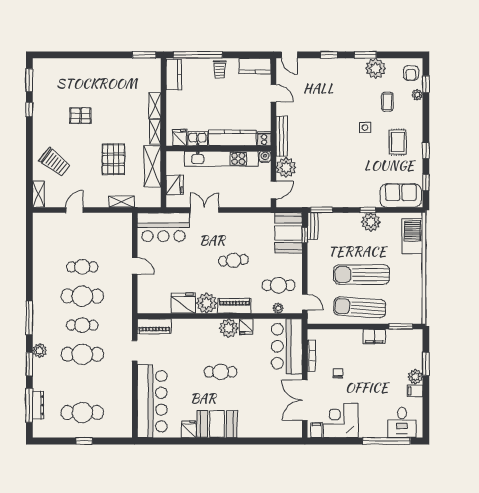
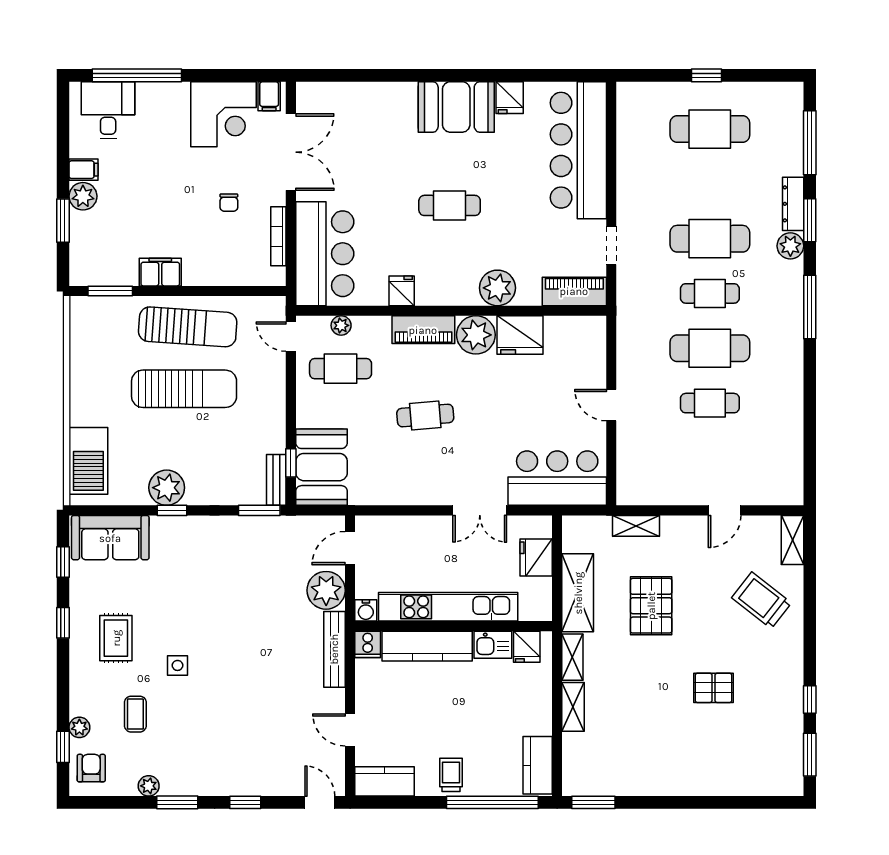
plant: (376, 68) -> (149, 786), width x0.53, depth x0.53
plant: (229, 328) -> (497, 288), moved
dresser: (38, 405) -> (793, 204), moved

